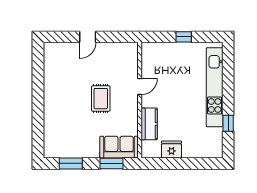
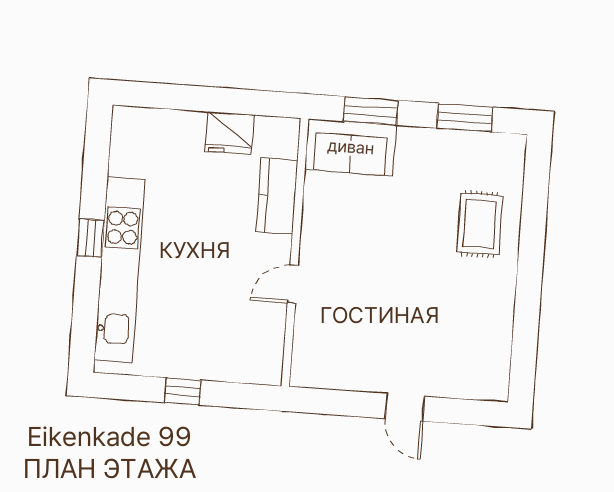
door: (88, 37) -> (405, 407), swing flipped
rug: (101, 99) -> (480, 224), moved
window: (228, 123) -> (90, 238), moved

